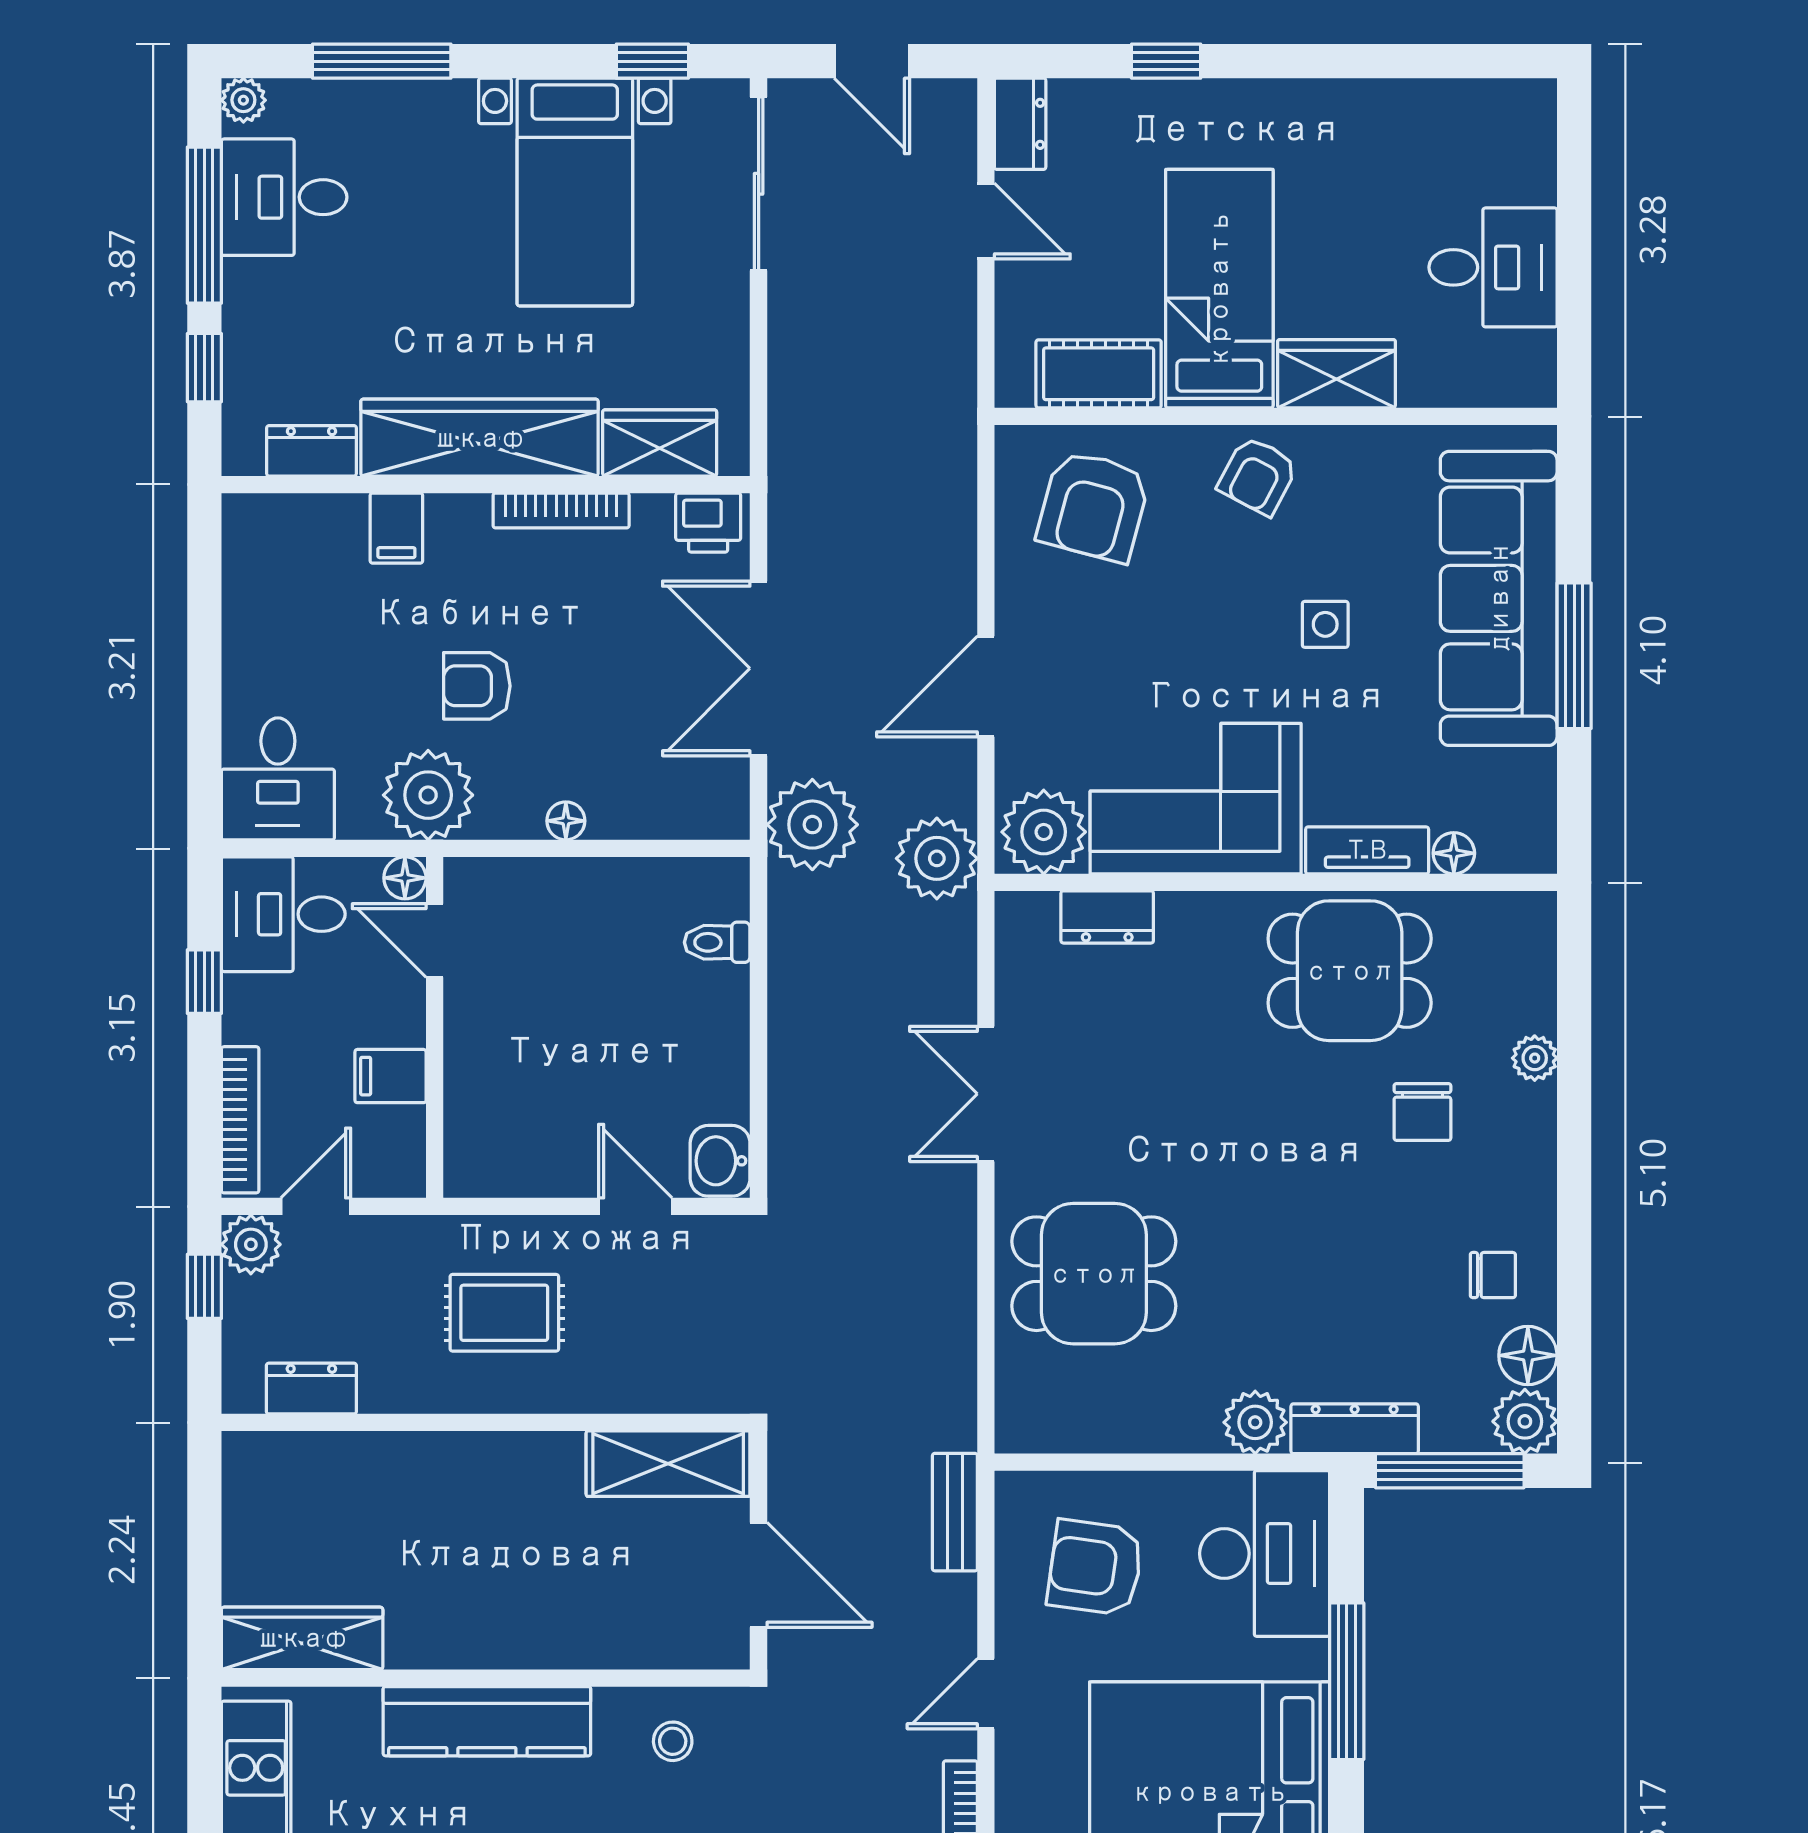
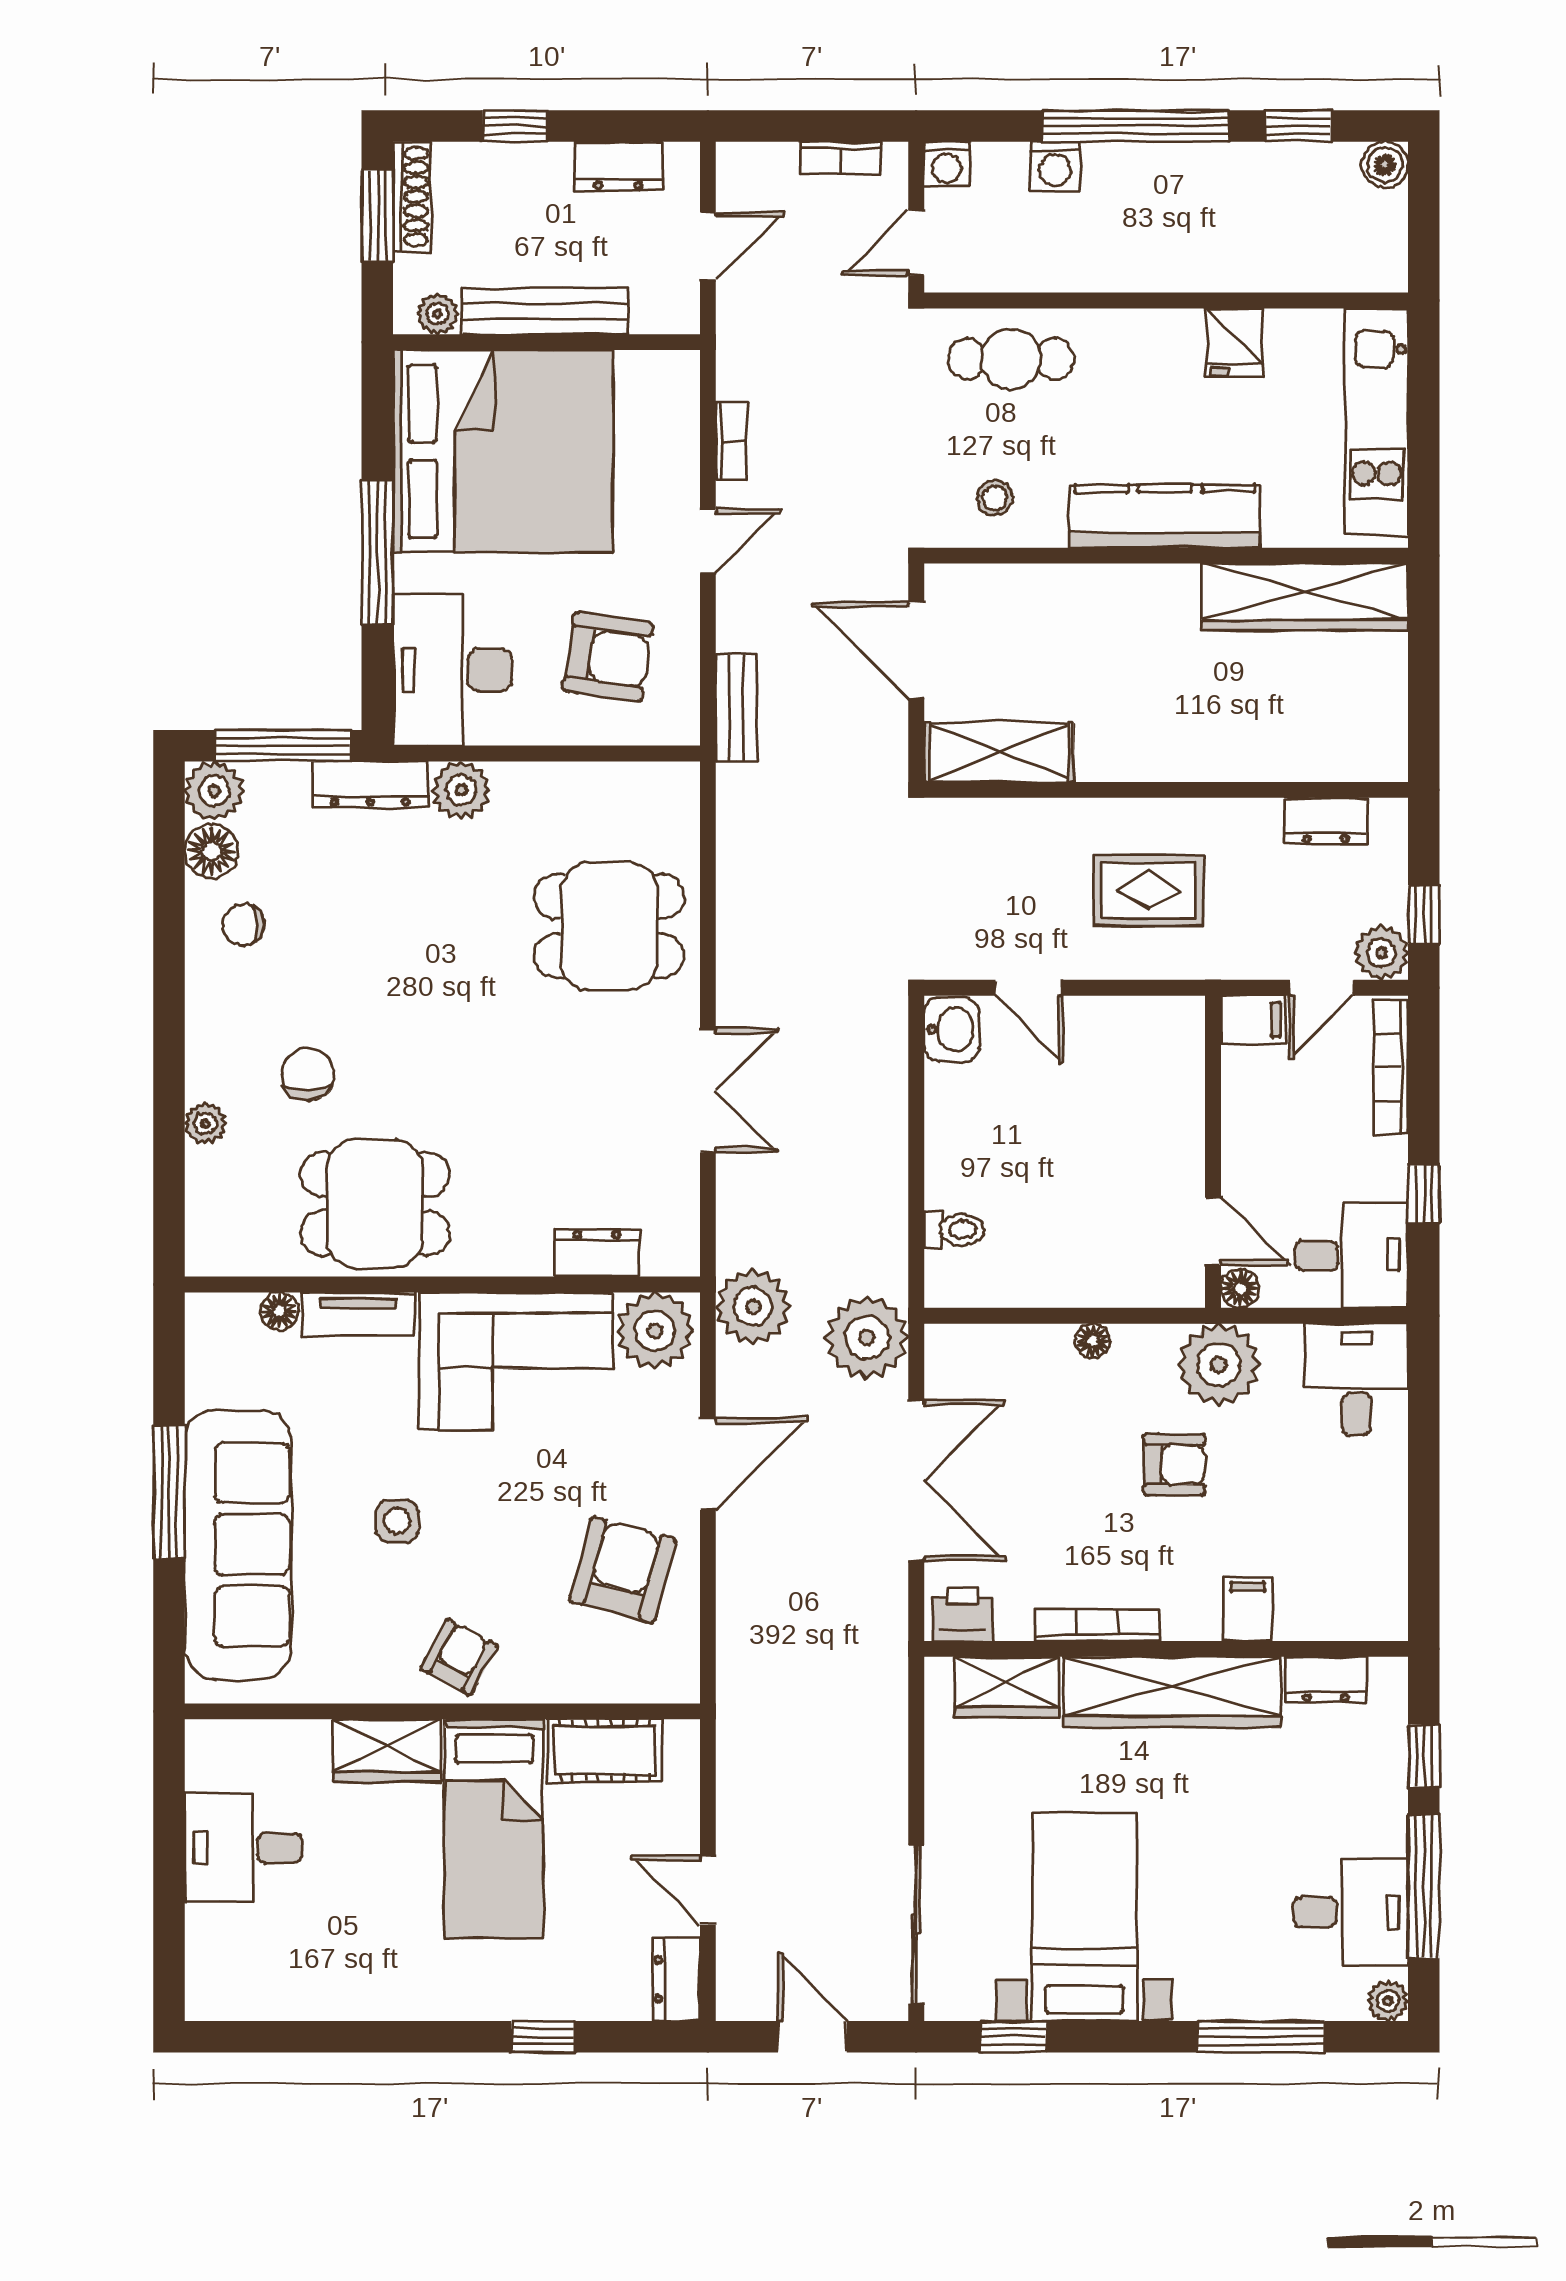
armchair: (1093, 506) -> (623, 1570), moved
filing cabinet: (390, 1076) -> (1253, 1020), moved
wardrobe: (302, 1638) -> (1305, 597), width x1.40, depth x1.17

